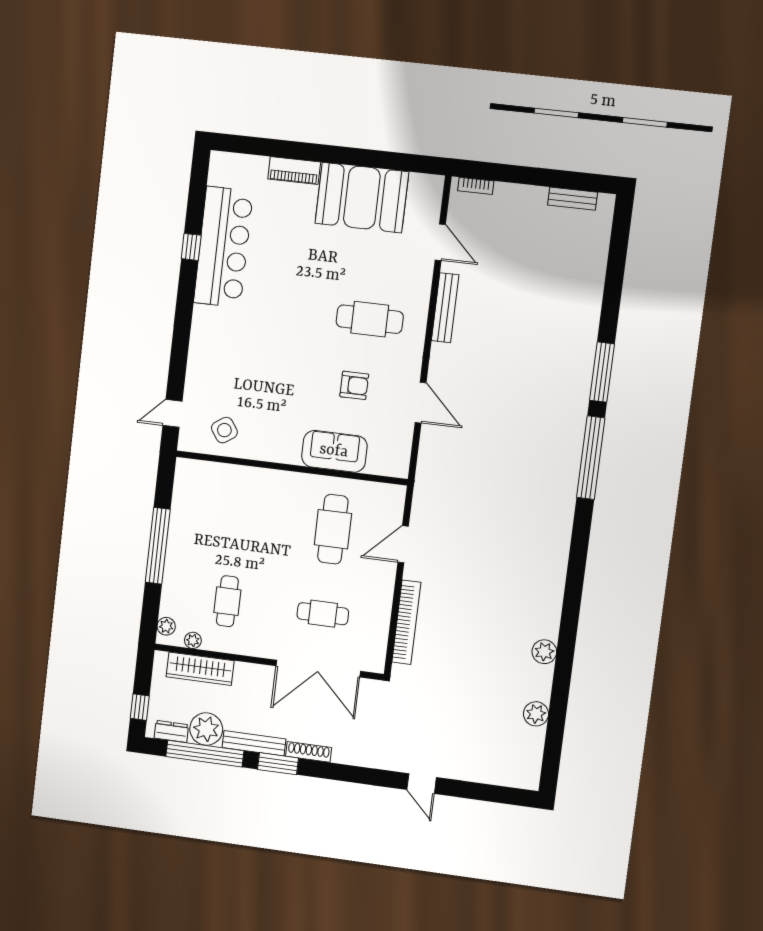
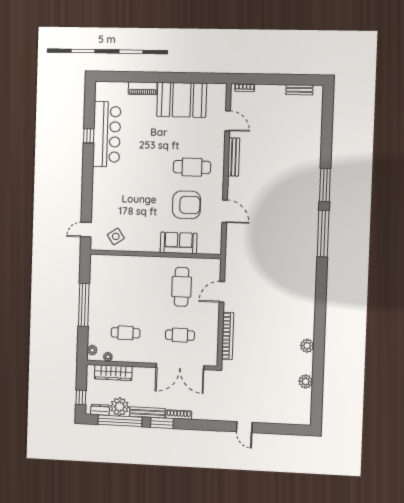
armchair: (354, 385) -> (186, 205), width x1.88, depth x1.88
cafe table: (227, 601) -> (126, 333), turned 90

